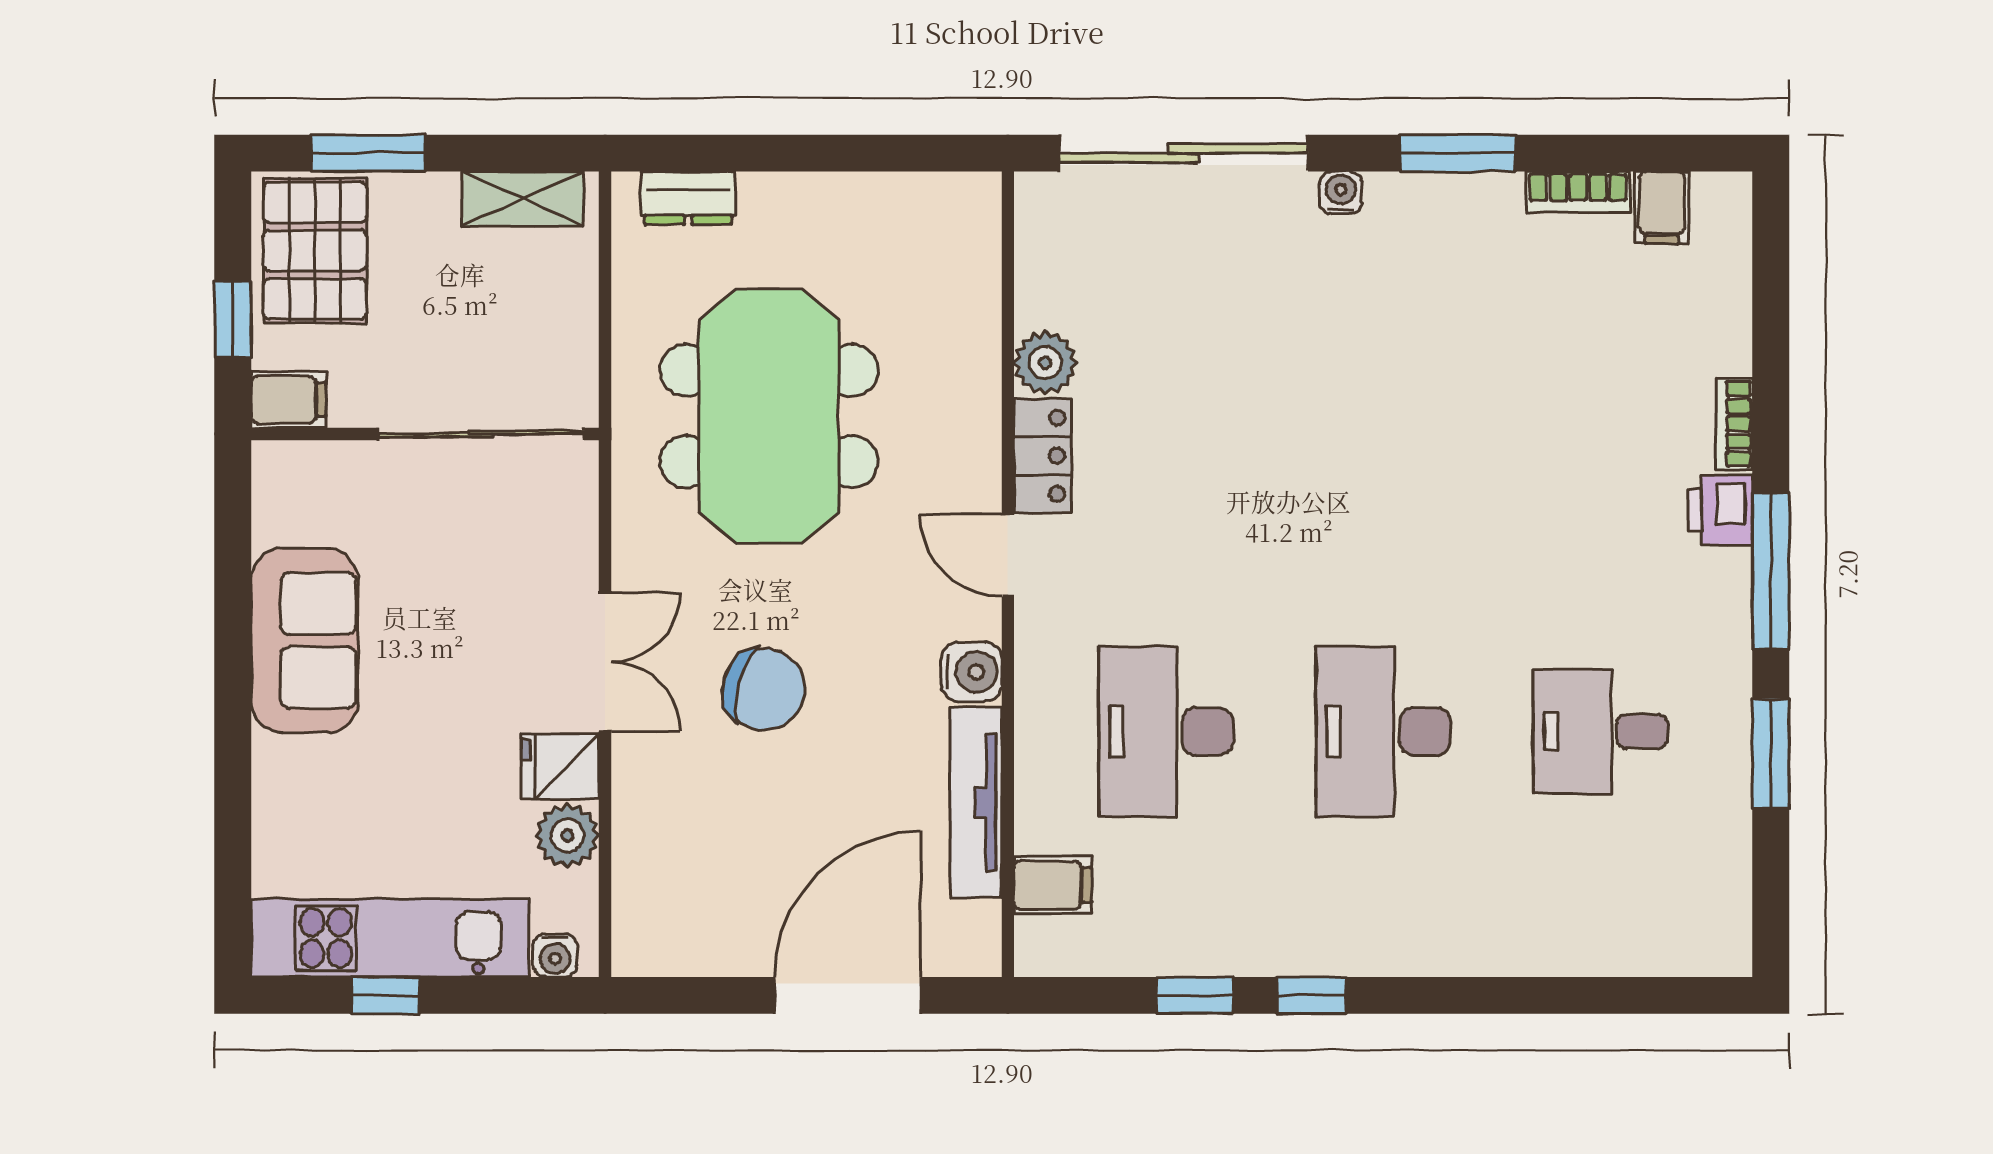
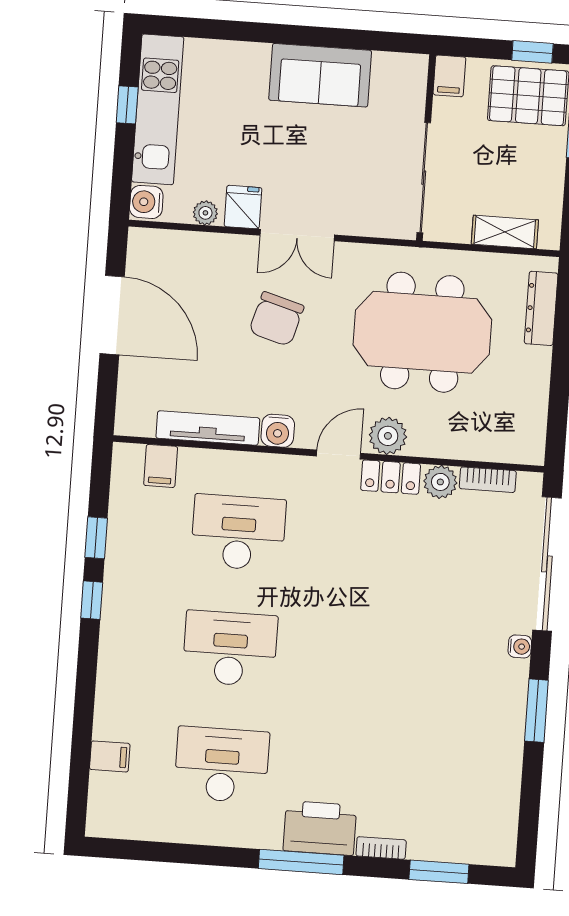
bookcase: (1578, 192) -> (488, 480), moved, turned -90
dresser: (688, 198) -> (541, 308), width x1.44
shelving: (523, 199) -> (505, 232), moved, turned 90
filing cabinet: (1662, 208) -> (110, 756), moved, turned 180
window: (233, 319) -> (532, 52), moved
plant: (966, 466) -> (388, 436), added
printer: (1721, 510) -> (320, 828), width x1.87, depth x1.48
desk: (1601, 732) -> (222, 765), width x1.37
window: (1771, 754) -> (439, 872), moved
plant: (567, 835) -> (205, 213), width x0.73, depth x0.73
water cooler: (555, 955) -> (146, 202), width x1.38, depth x1.38
door: (848, 995) -> (112, 315), moved

